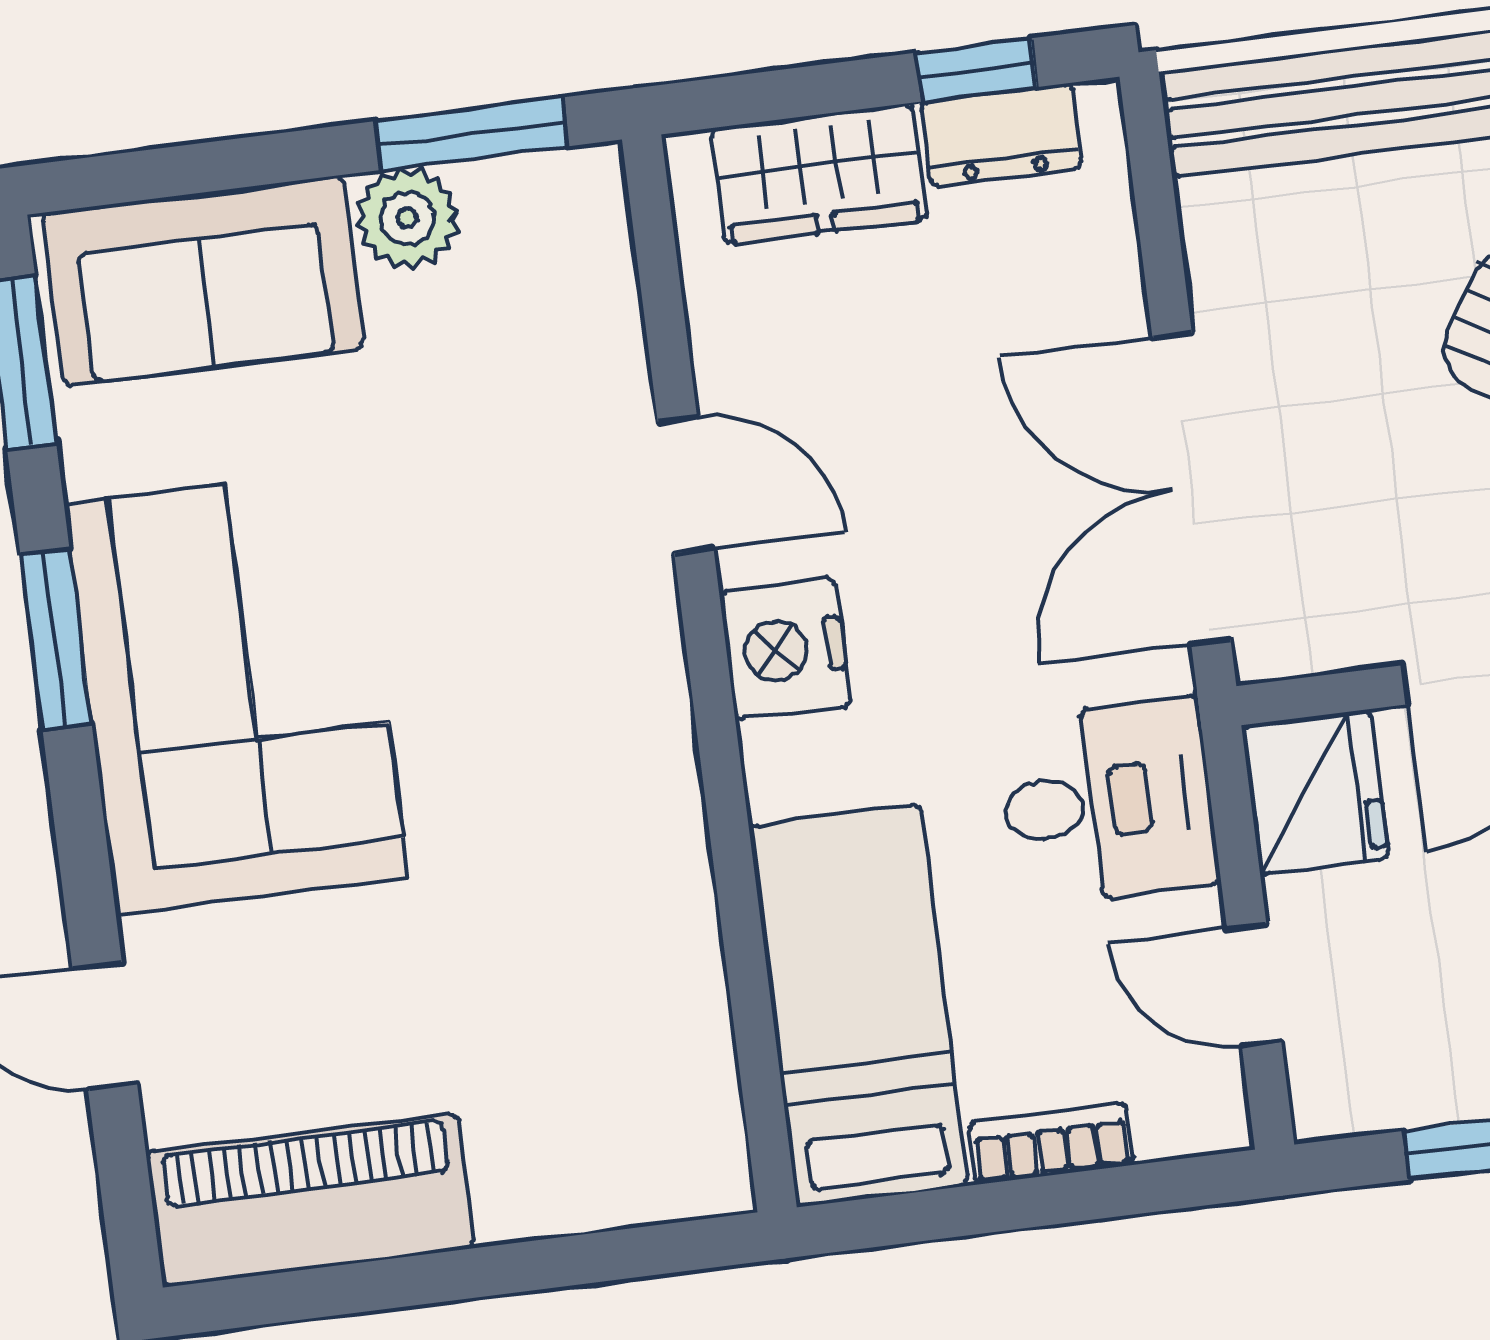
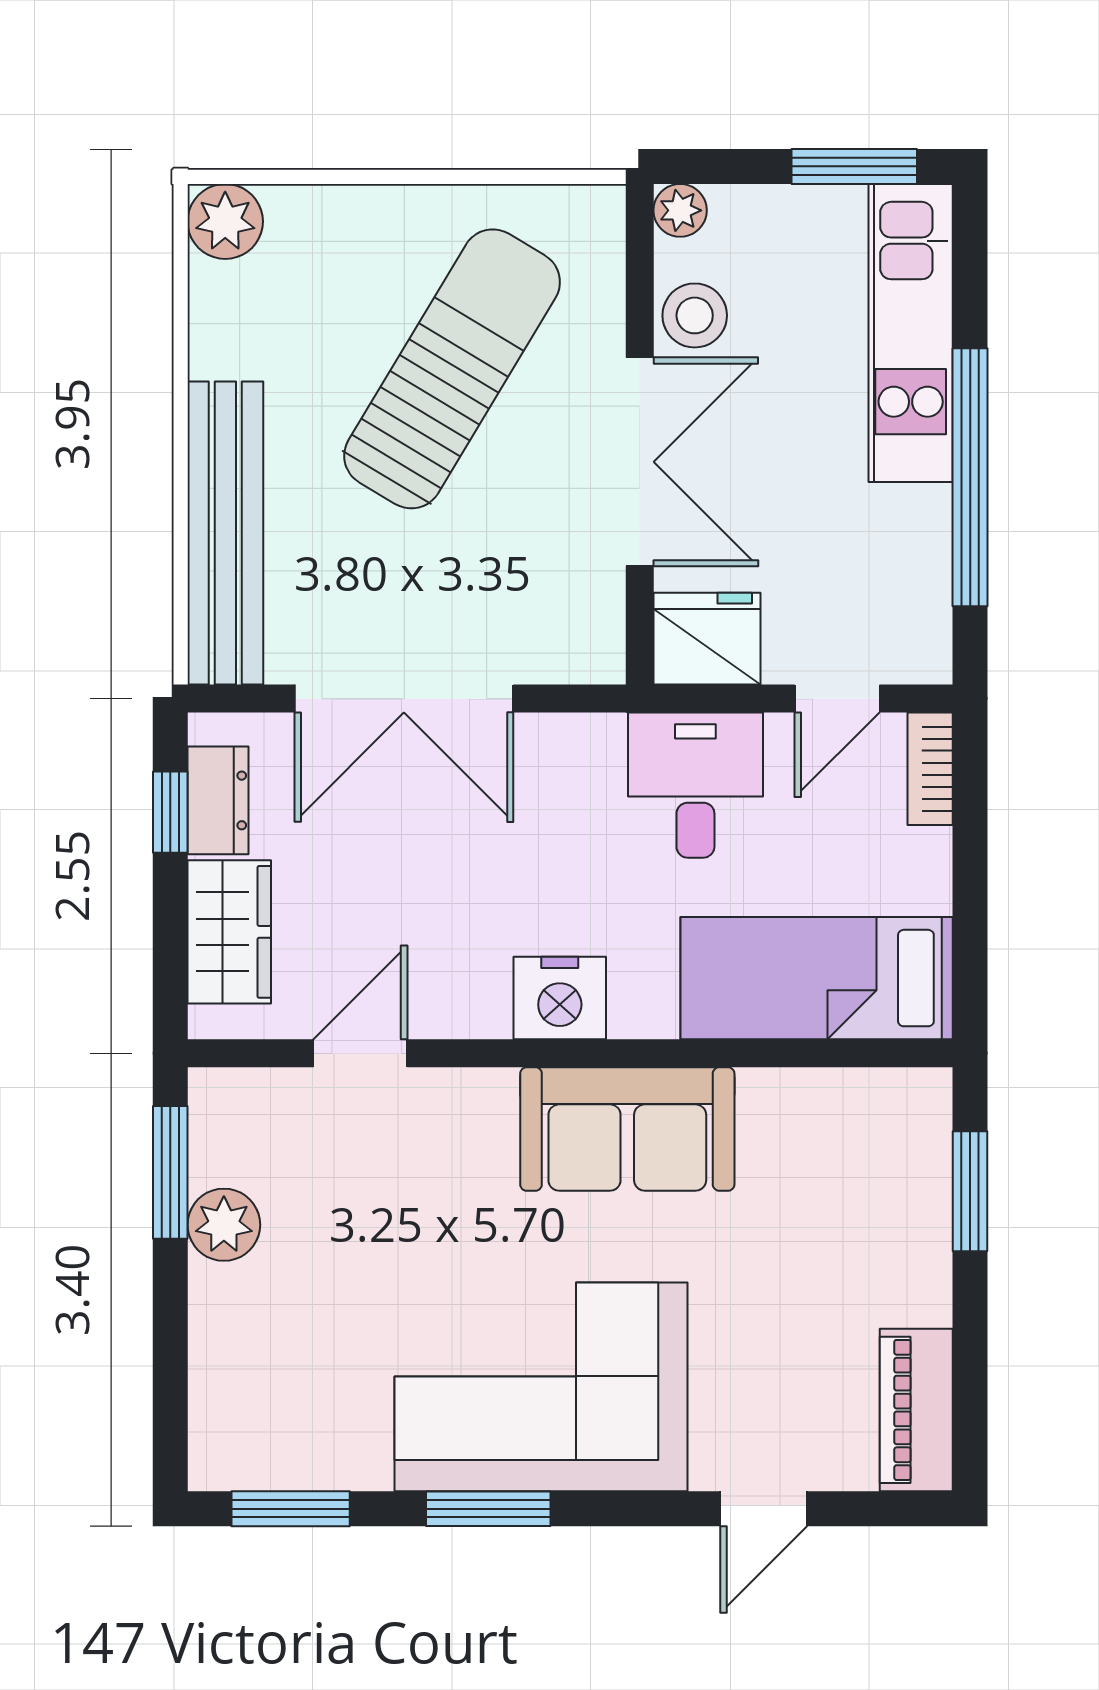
sofa: (203, 281) -> (627, 1129), moved, turned 90
door: (686, 485) -> (360, 1053), moved
double door: (1191, 489) -> (404, 699), moved
bookcase: (1051, 1143) -> (930, 769), moved
piano: (310, 1200) -> (916, 1410), width x0.73, depth x0.75
window: (587, 1259) -> (970, 1191), added

